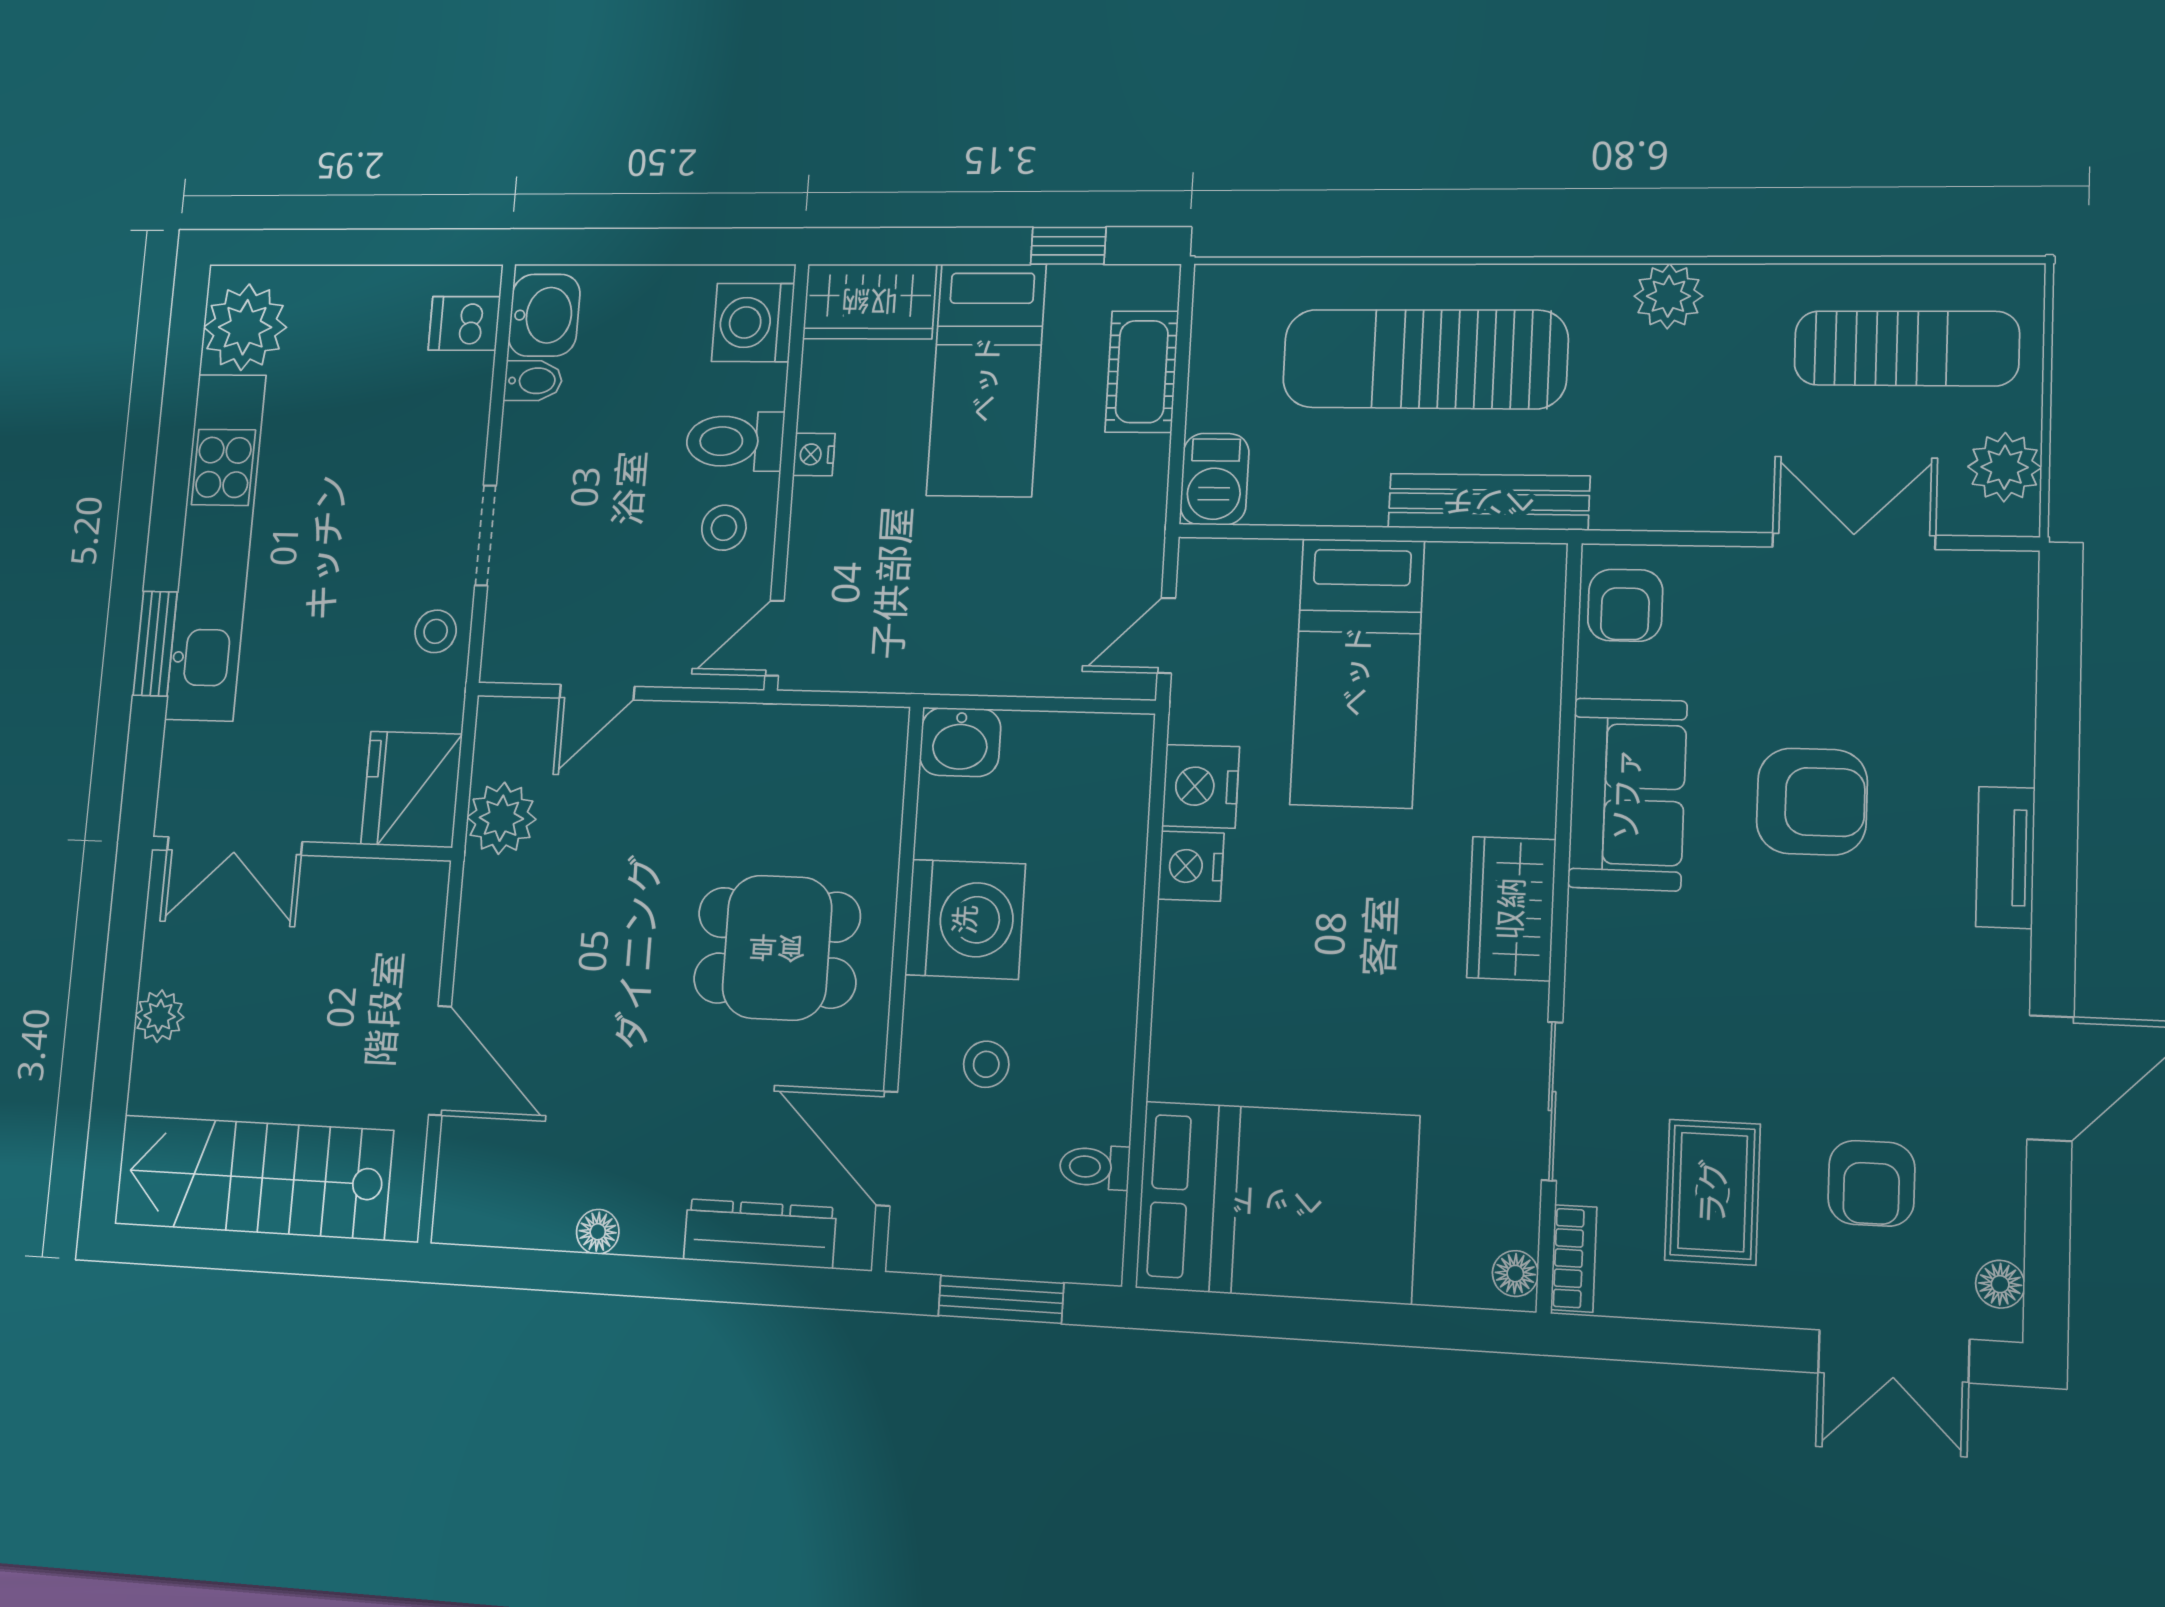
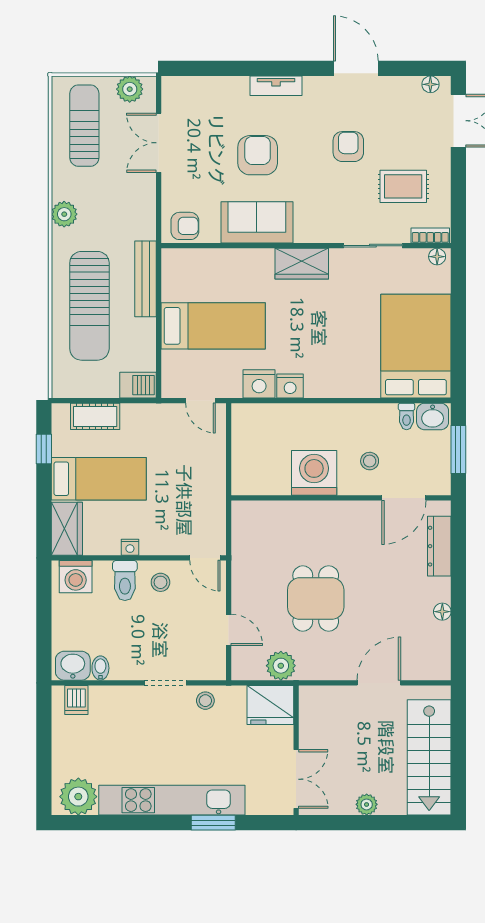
washbasin: (960, 742) -> (433, 416), moved, turned 90
dining table: (777, 948) -> (316, 598), moved
armchair: (1871, 1183) -> (348, 147), moved, turned -90

